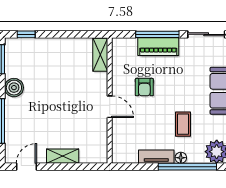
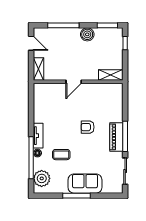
shelving: (100, 55) -> (111, 75), moved
wall: (110, 100) -> (78, 82), moved
door: (110, 107) -> (74, 82), moved

